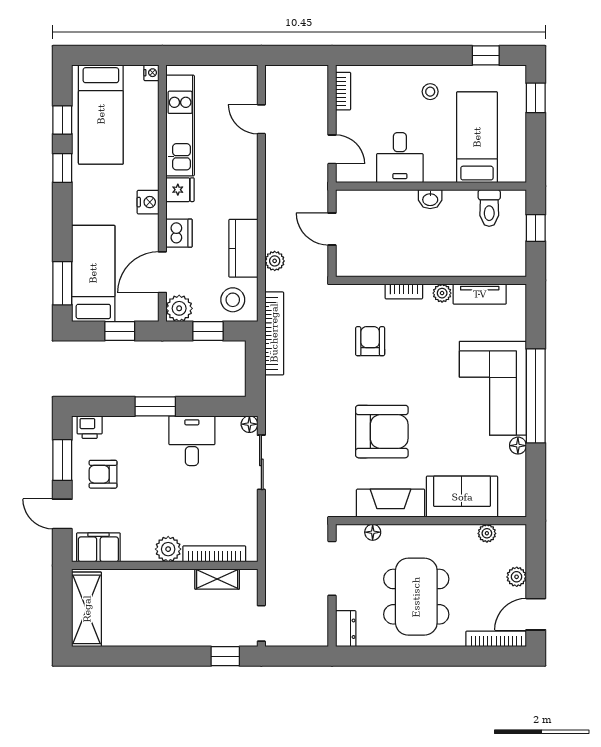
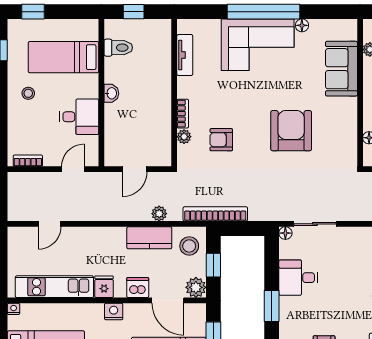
plant: (442, 293) -> (184, 137), moved
fireplace: (391, 503) -> (347, 124), removed

